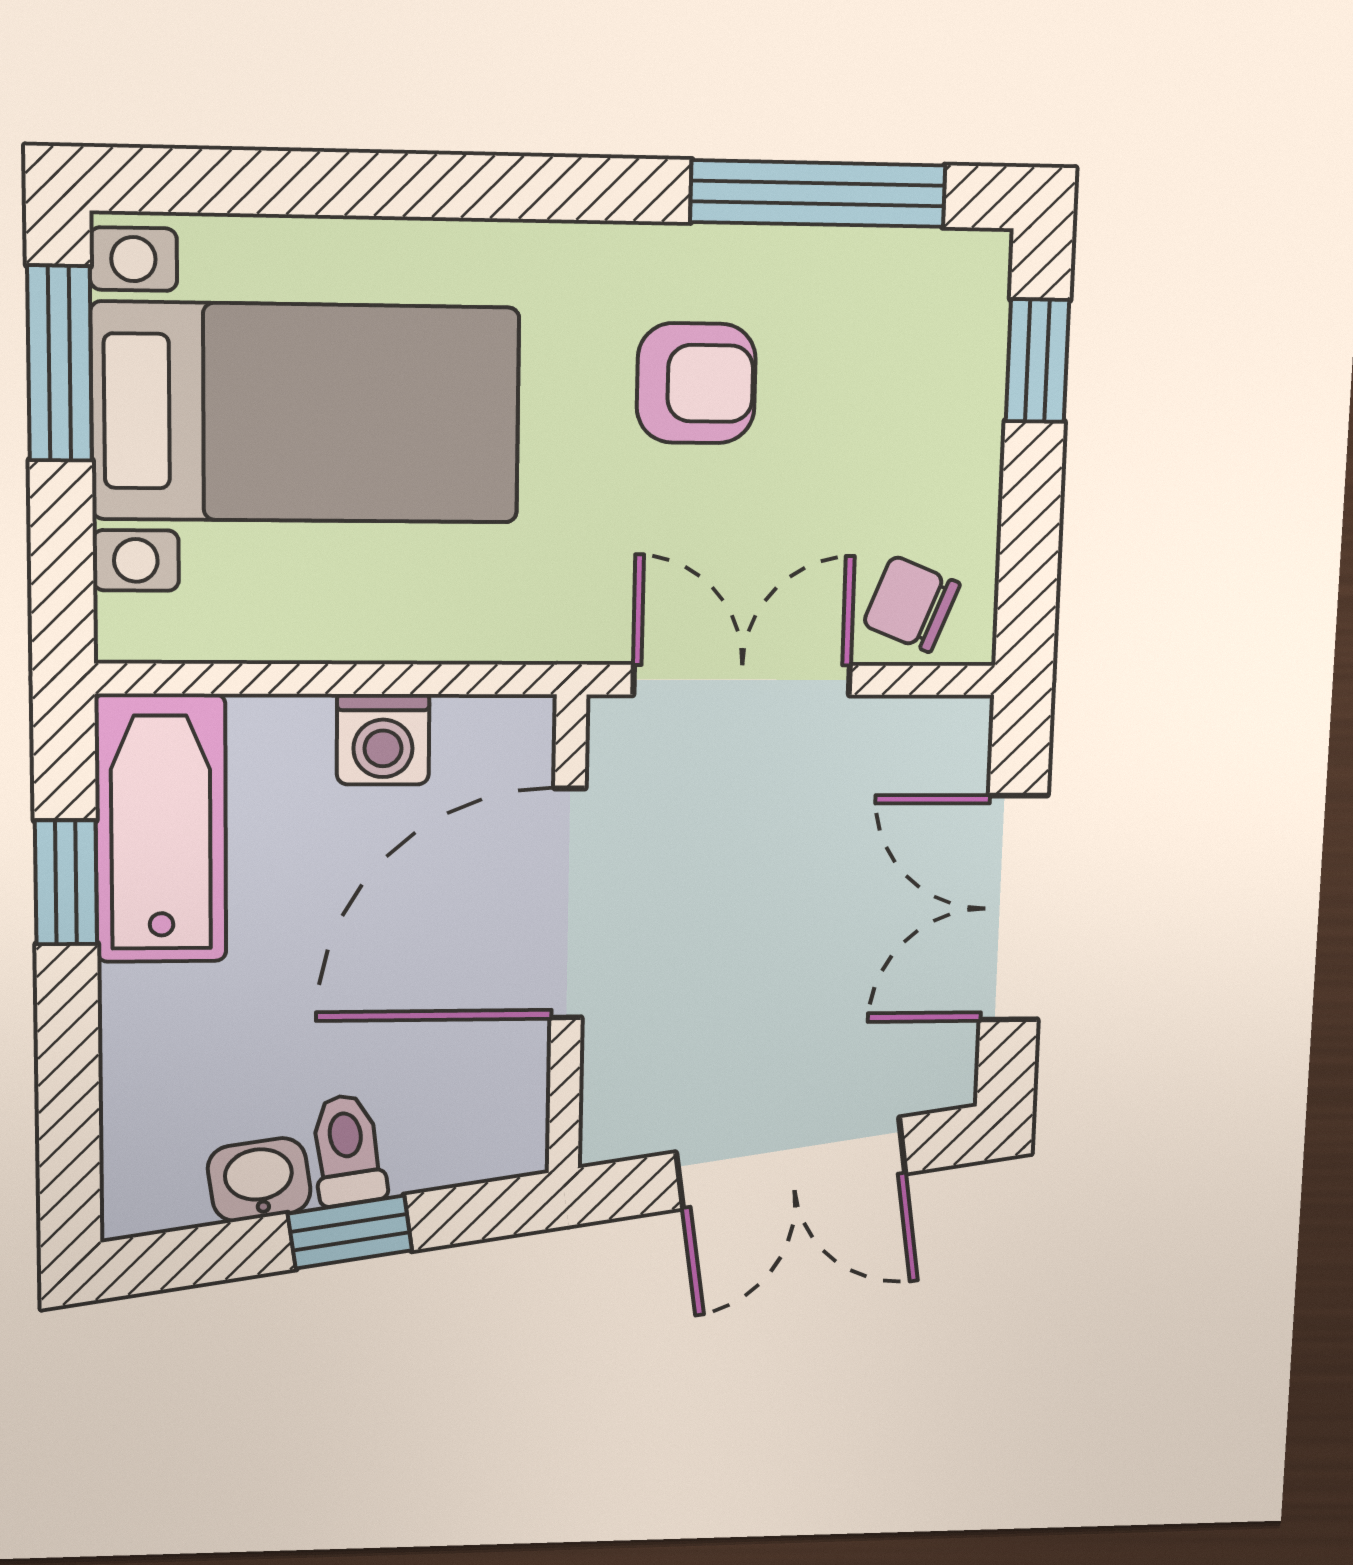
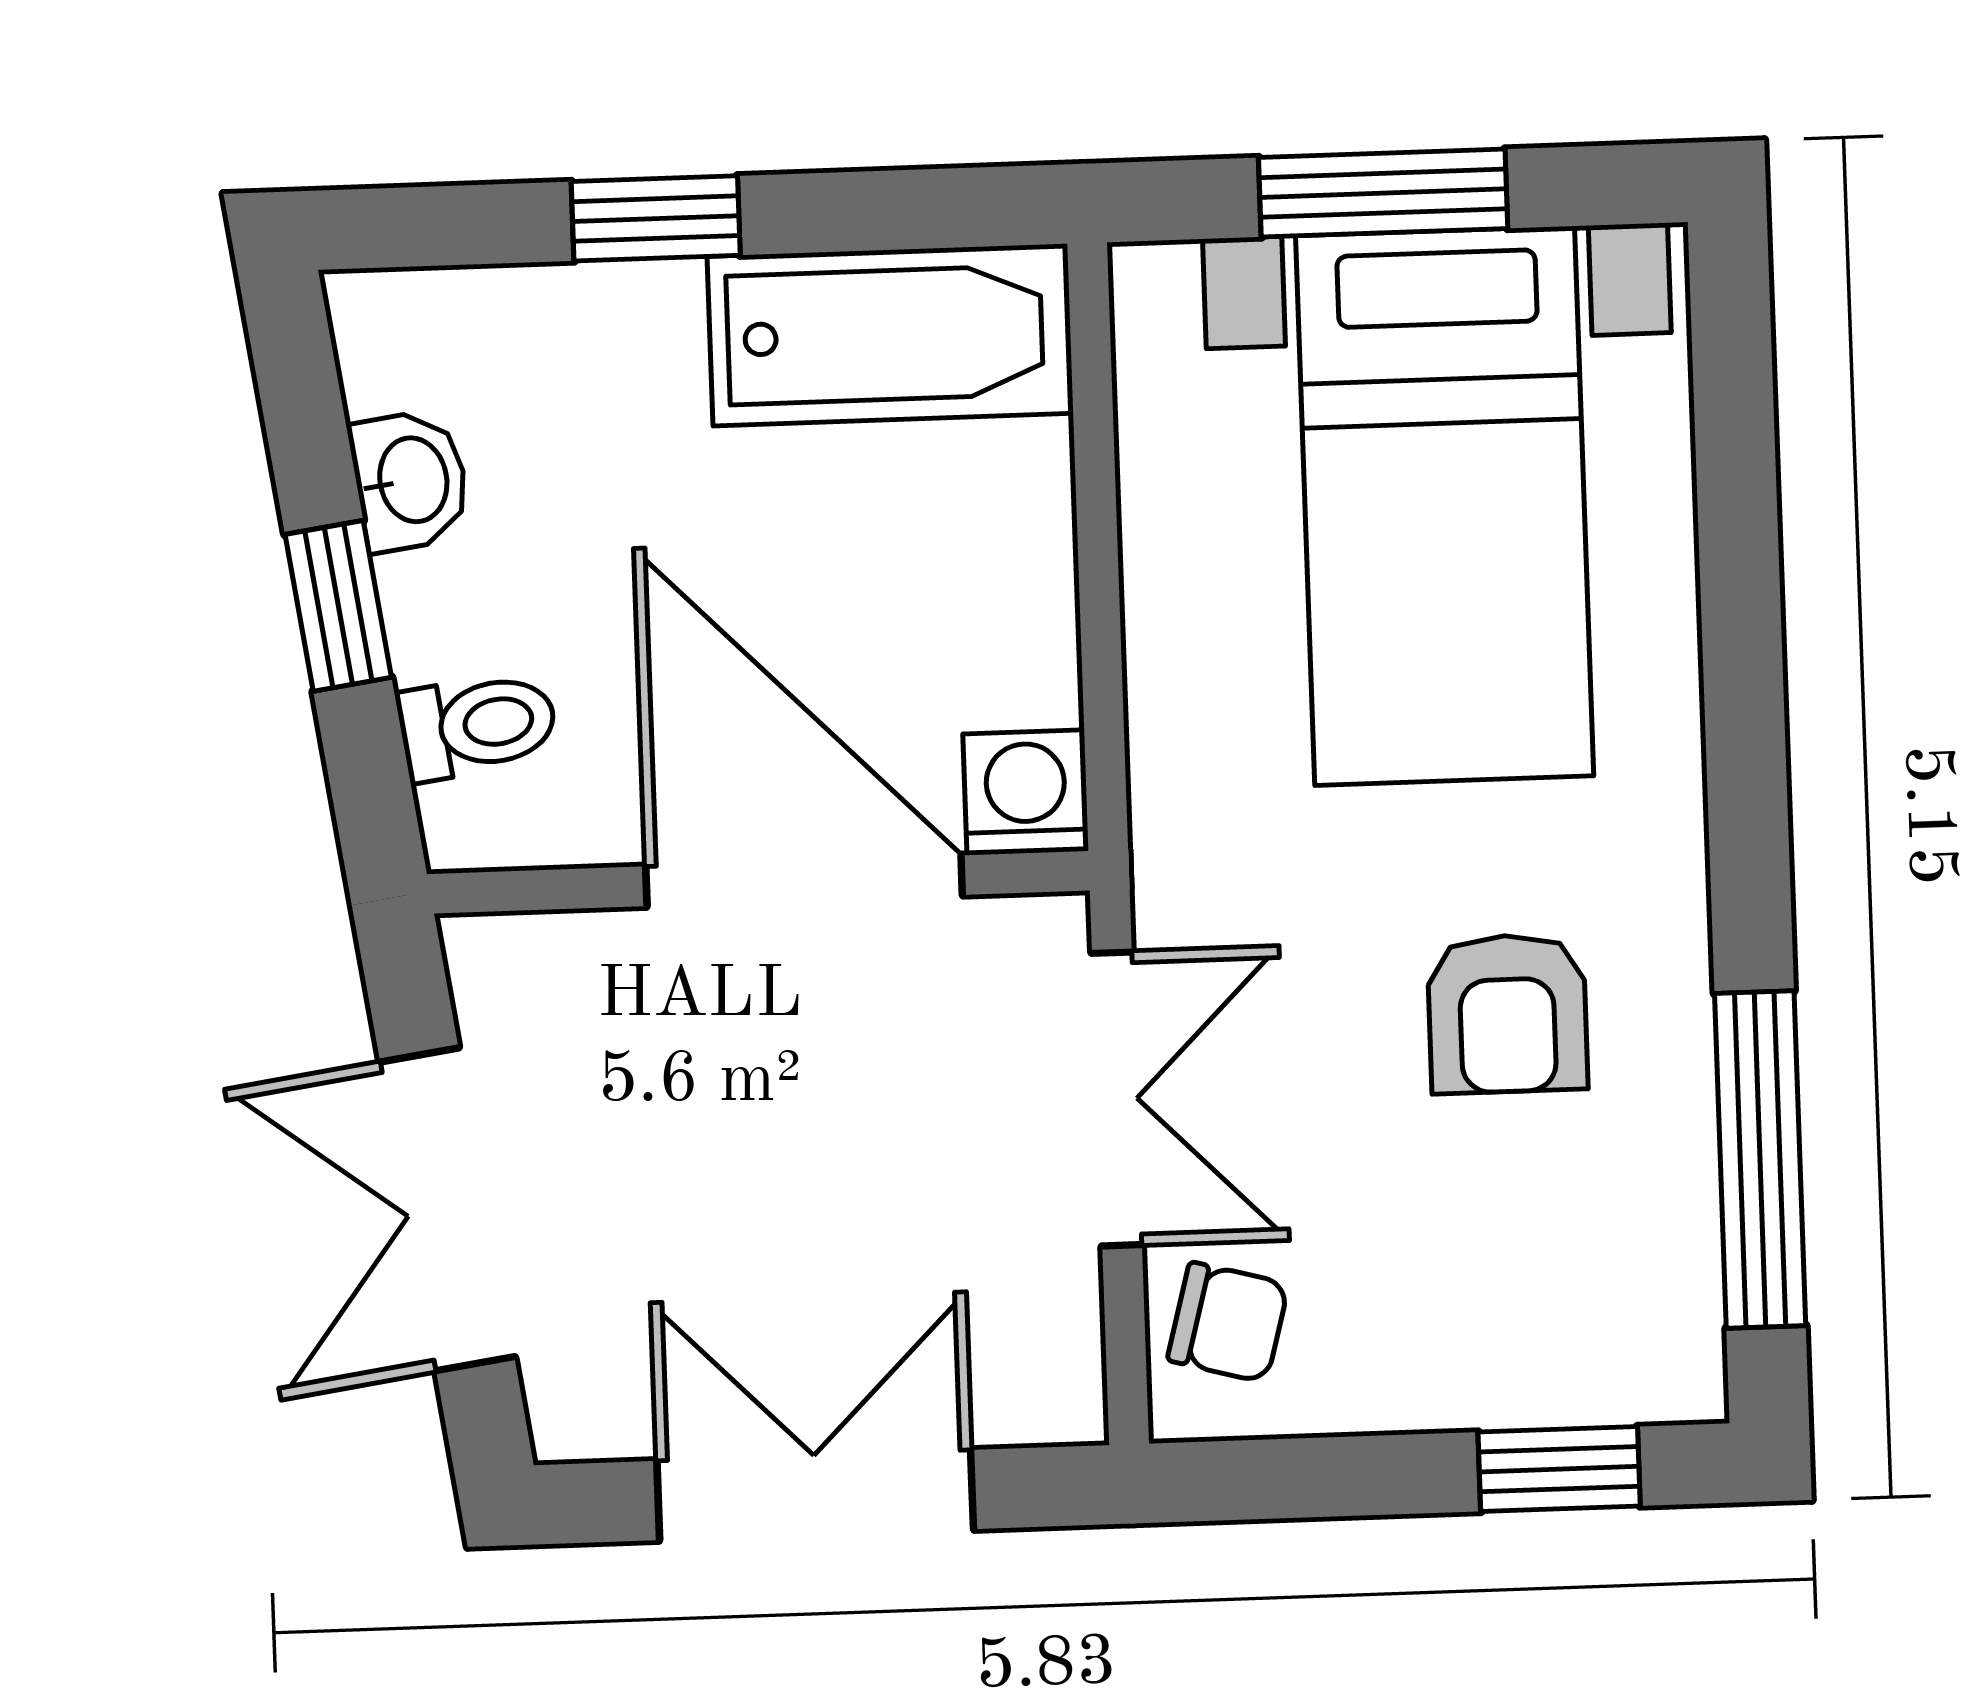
window: (60, 363) -> (1383, 193), moved
chair: (911, 604) -> (1228, 1322), turned 83
washing machine: (383, 739) -> (1026, 792), moved, turned 90
window: (66, 882) -> (656, 218), moved
toilet: (347, 1150) -> (477, 725), moved

